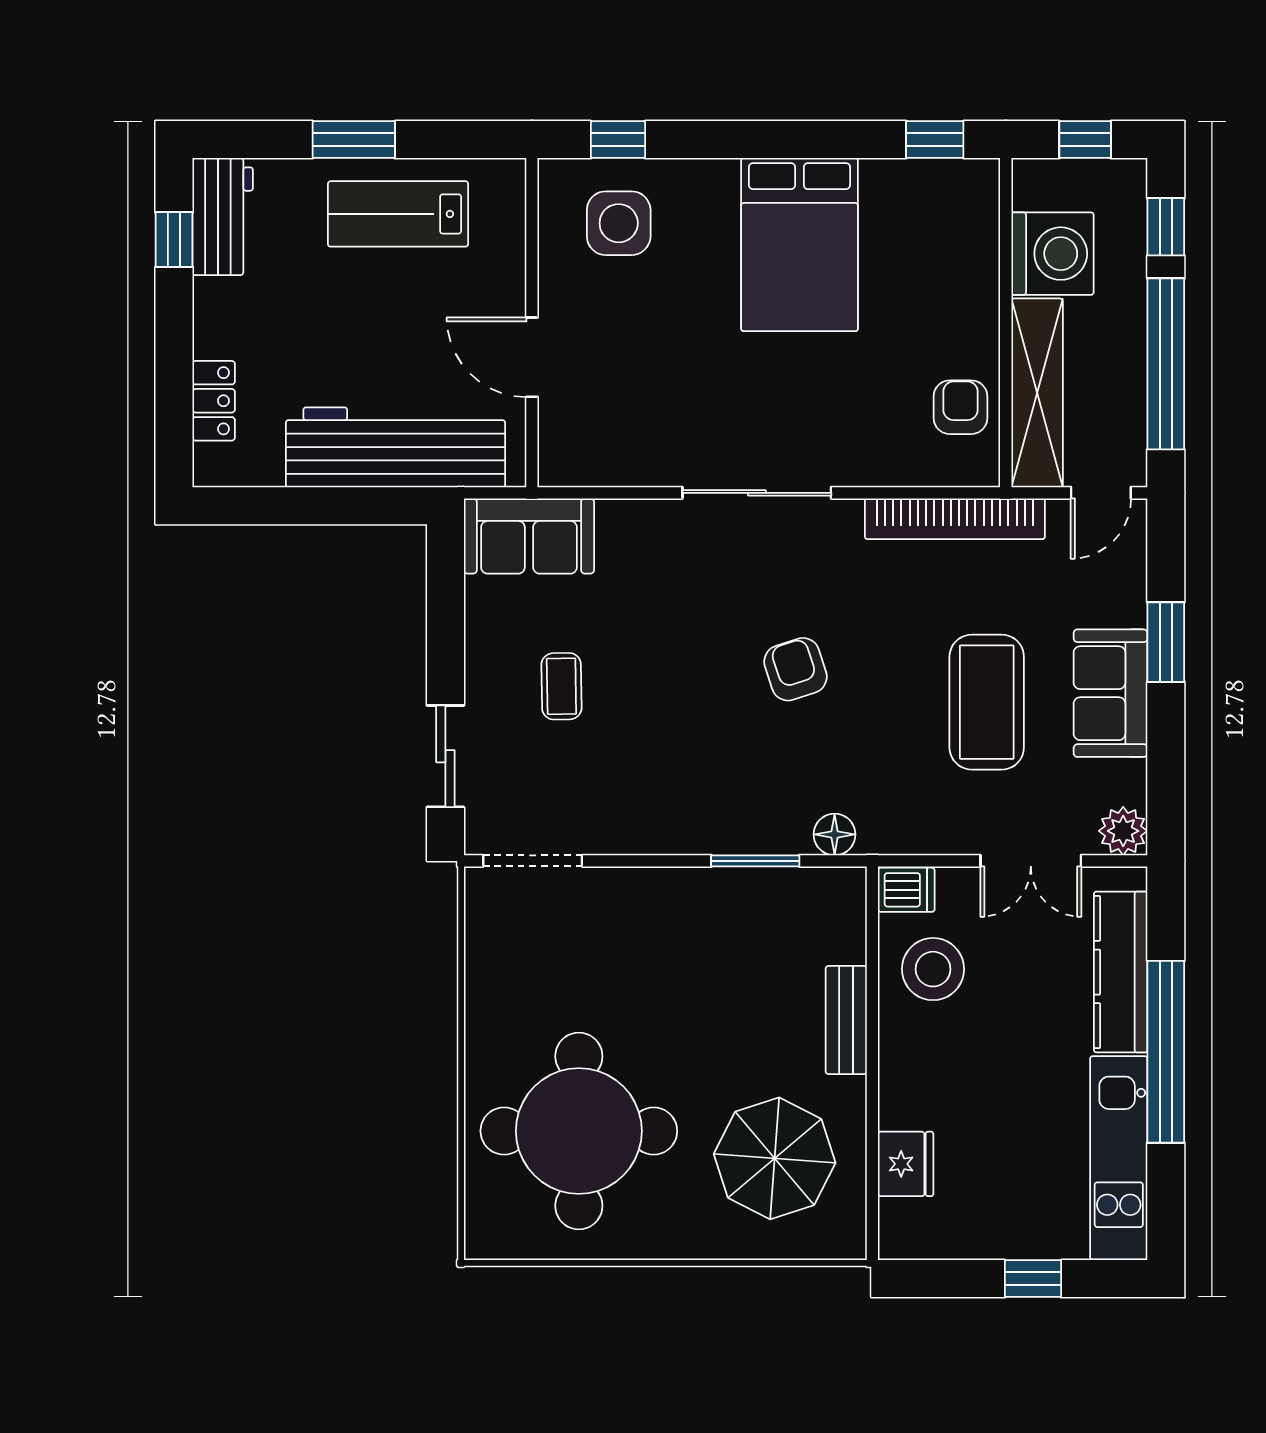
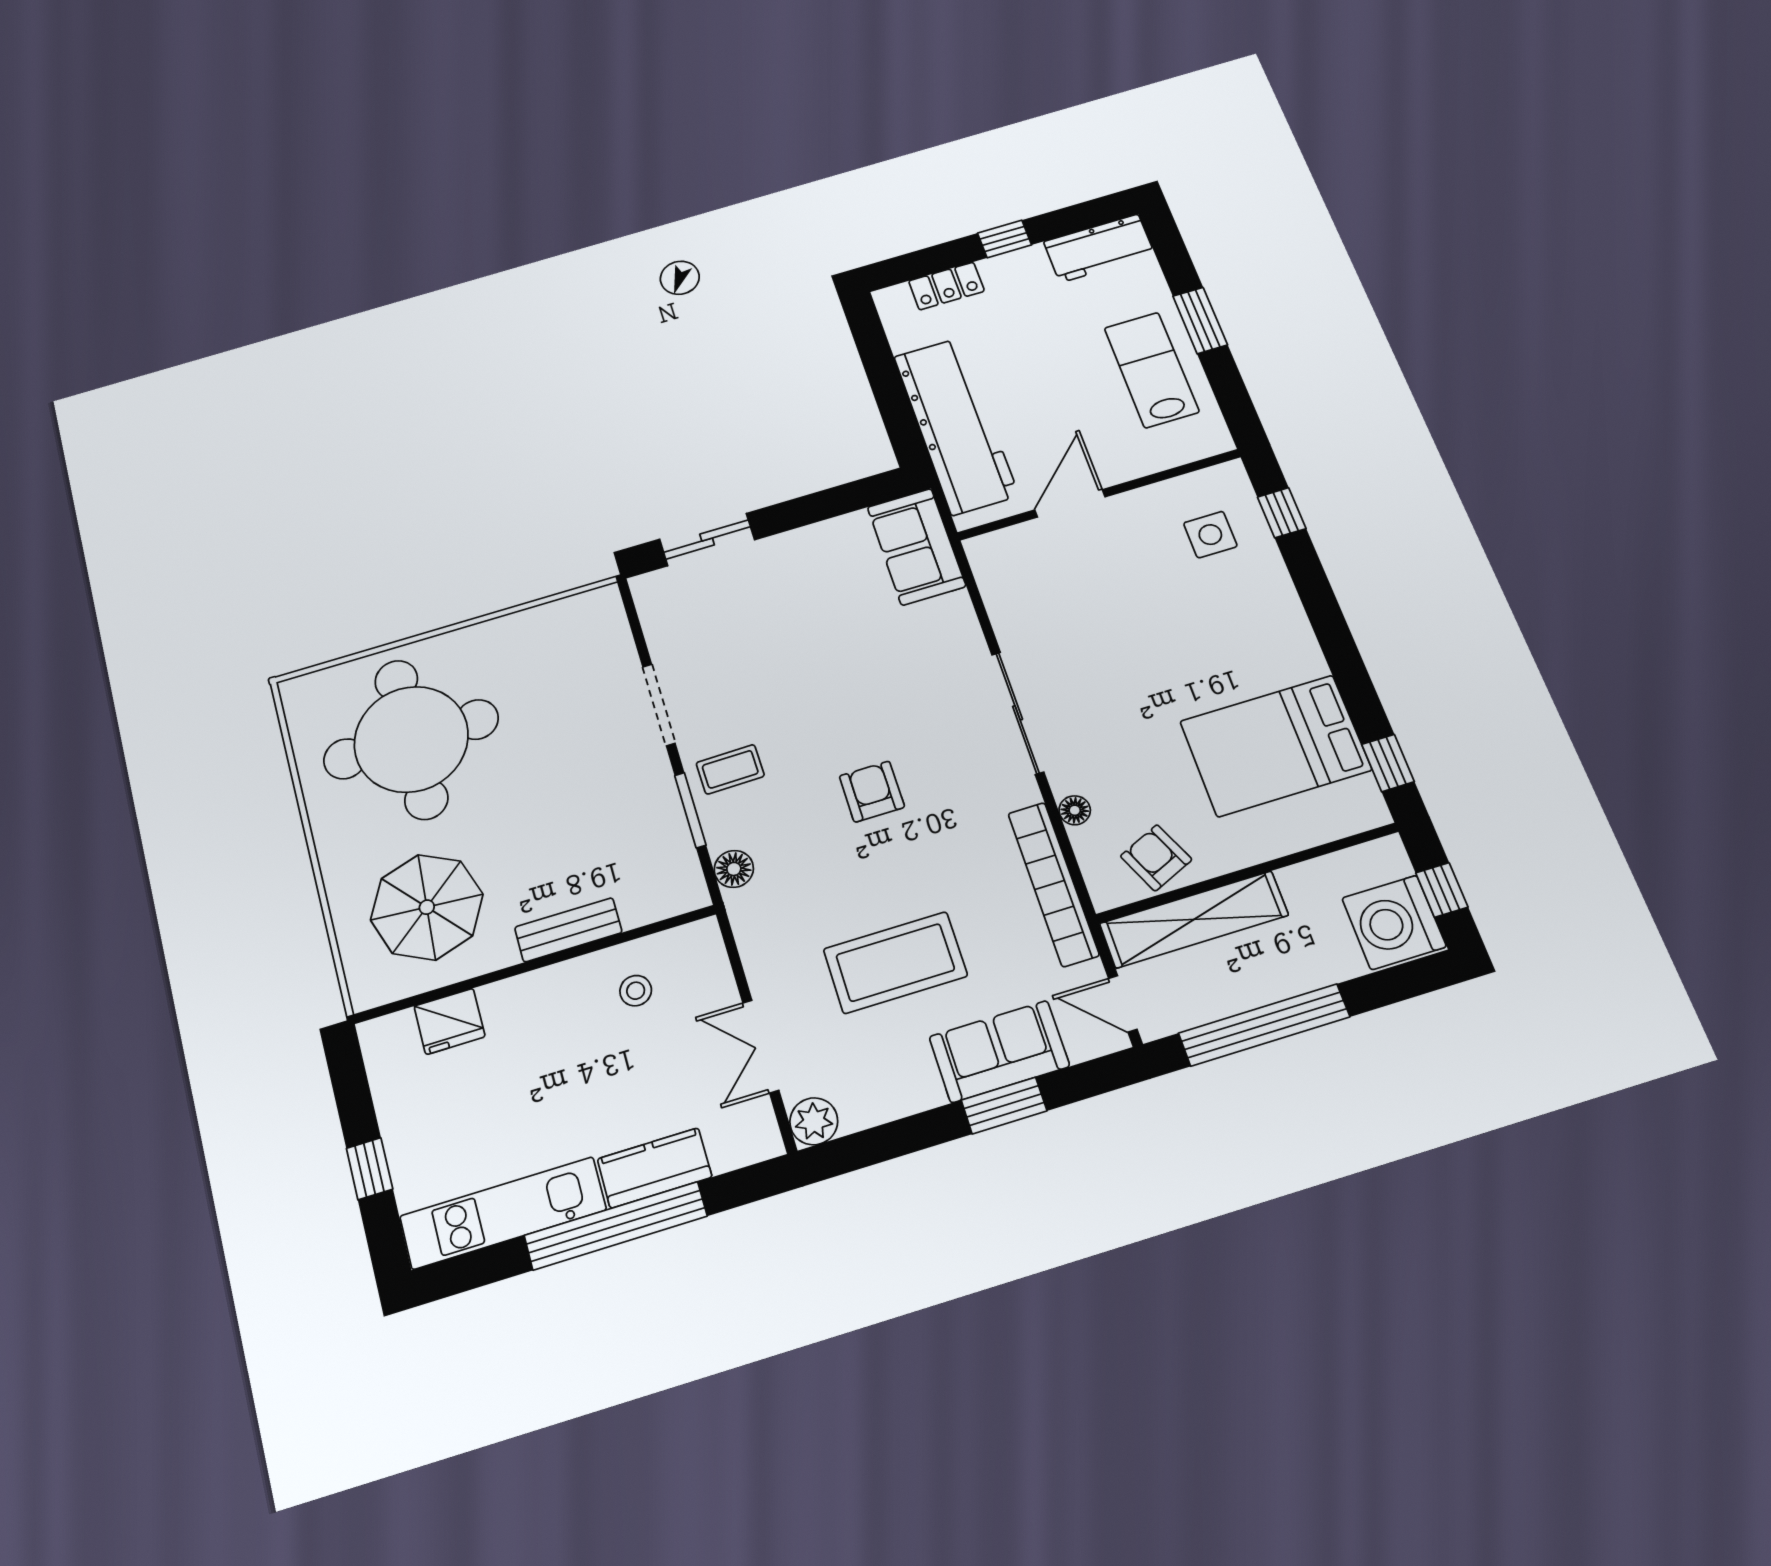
side table: (619, 223) -> (1210, 535), width x0.73, depth x0.73
window: (1166, 227) -> (1391, 986), removed
window: (174, 240) -> (1005, 239), moved
bed: (799, 245) -> (1275, 746), moved
washing machine: (1052, 254) -> (1394, 922), moved, turned 90
armchair: (960, 407) -> (1156, 858), turned -114
floor lamp: (883, 471) -> (1075, 810), added
armchair: (796, 669) -> (872, 792), turned -72
coffee table: (561, 686) -> (730, 769), moved
sofa: (1111, 693) -> (999, 1051), moved
doorway: (533, 861) -> (659, 705), moved
dishwasher: (906, 890) -> (702, 945), removed
stool: (933, 969) -> (636, 991), width x0.53, depth x0.53
kitchen counter: (1121, 972) -> (655, 1168), width x0.67

